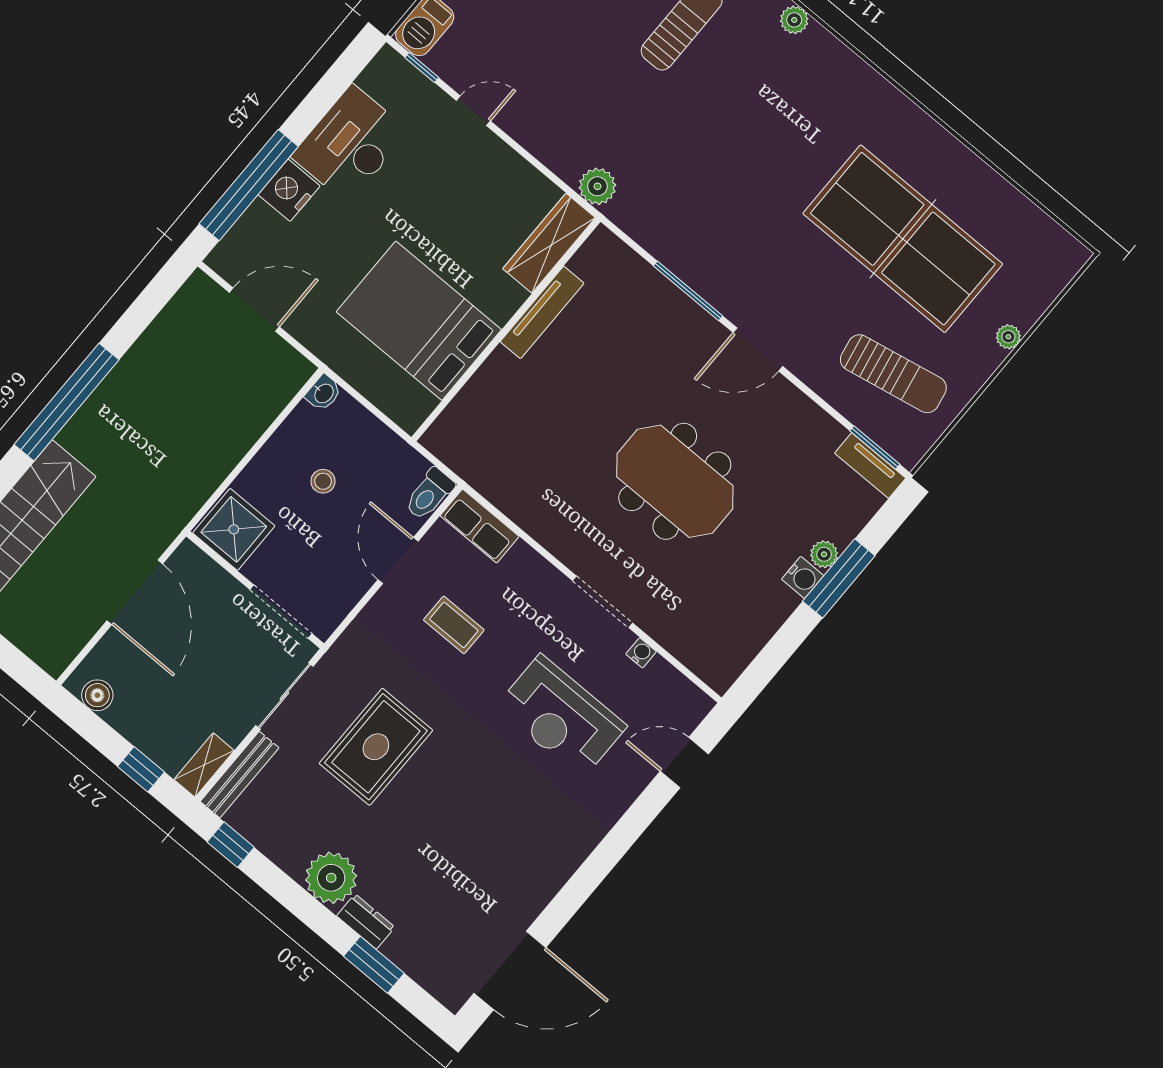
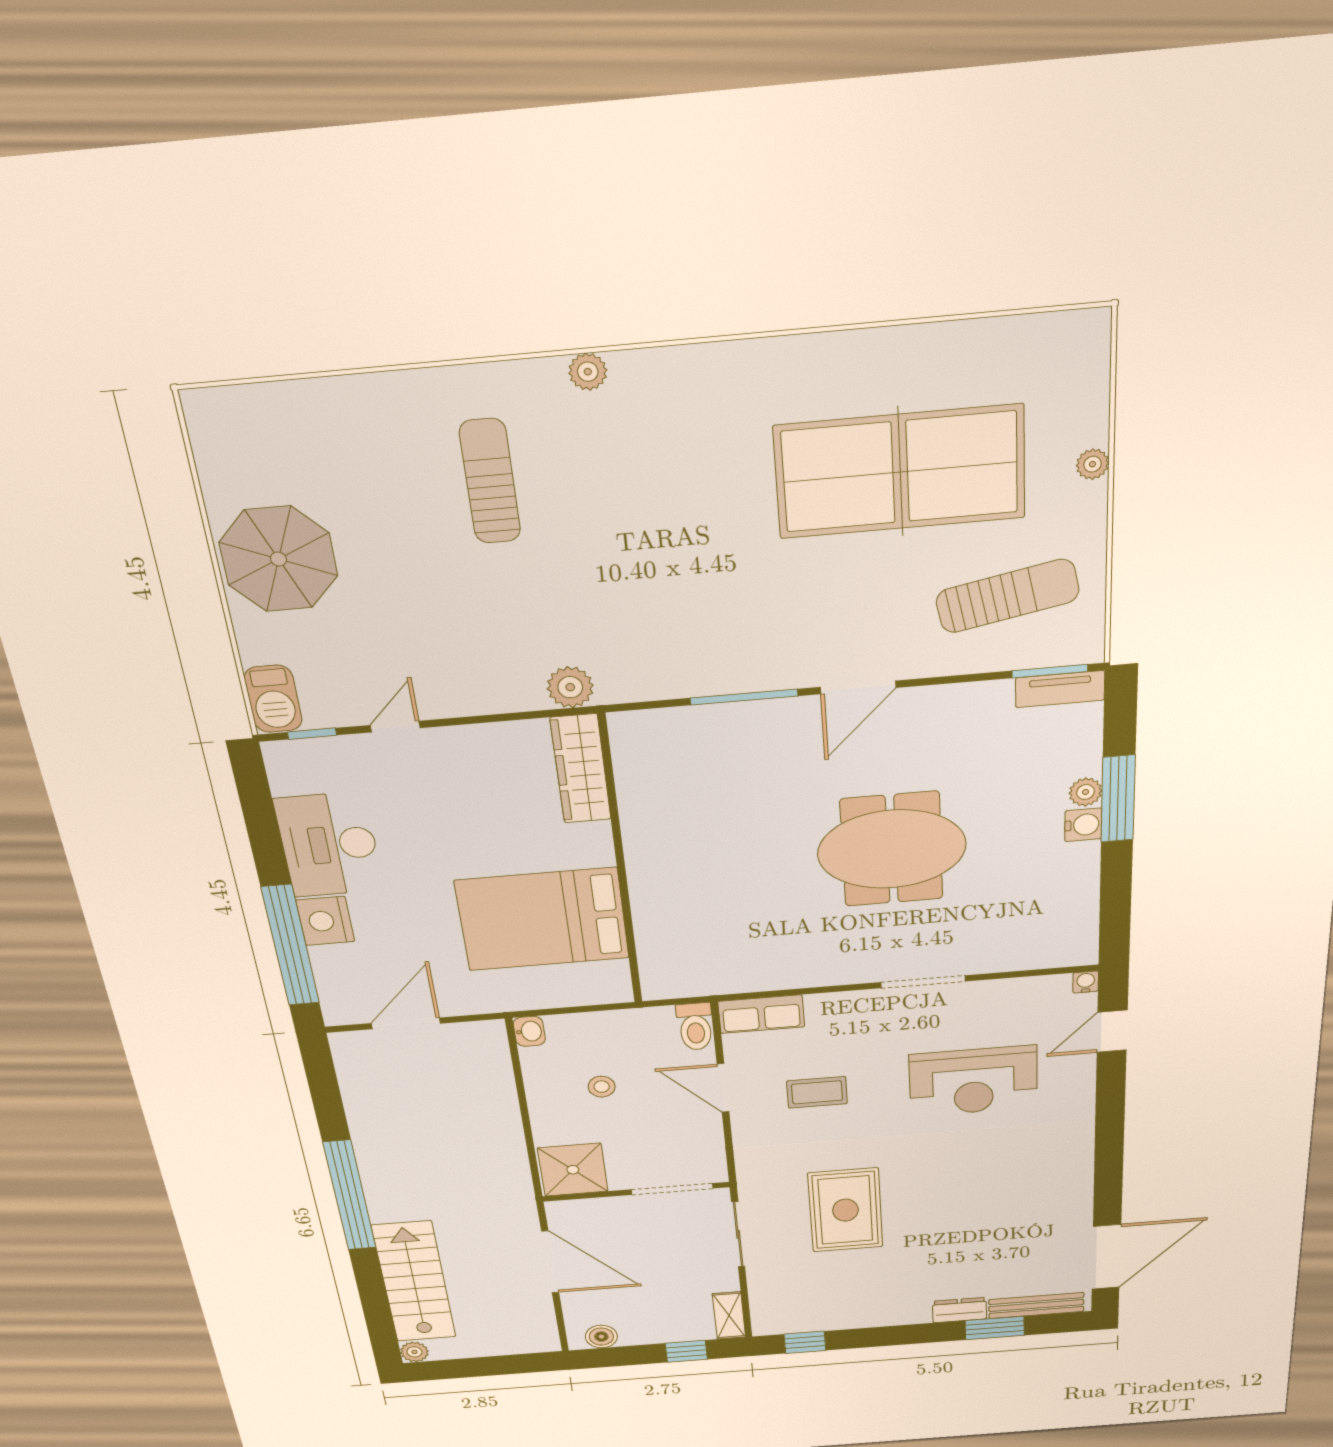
tv unit: (542, 312) -> (636, 825), removed
water cooler: (641, 653) -> (1086, 982), moved
bench: (240, 775) -> (1036, 1306), moved, turned 90
plant: (331, 878) -> (903, 1306), removed

